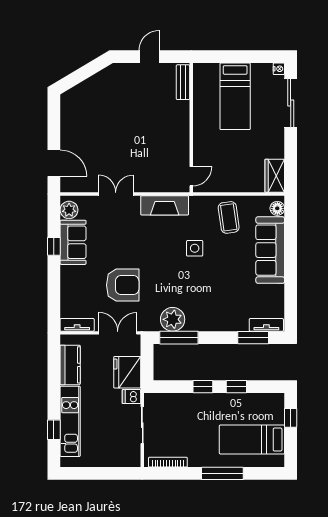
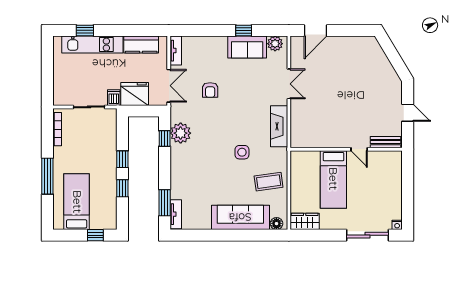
bed: (235, 96) -> (333, 179), moved, turned -90
door: (191, 176) -> (359, 149), moved
armchair: (123, 285) -> (210, 90), width x0.53, depth x0.53
window: (179, 338) -> (165, 138), width x0.46

